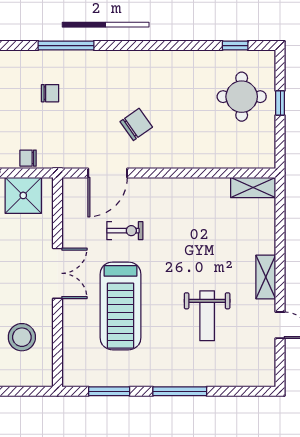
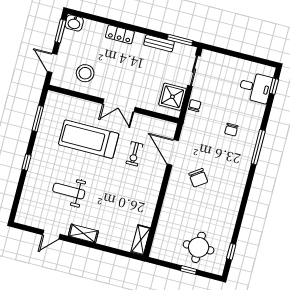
door: (19, 391) -> (52, 63), added
window: (180, 391) -> (27, 162), width x0.46

